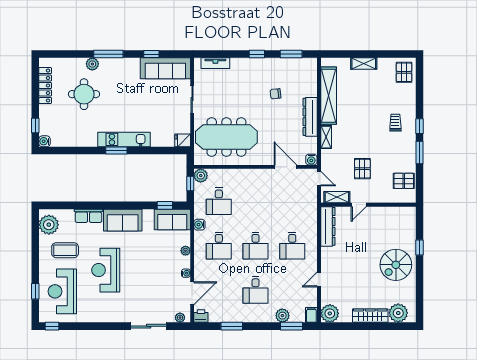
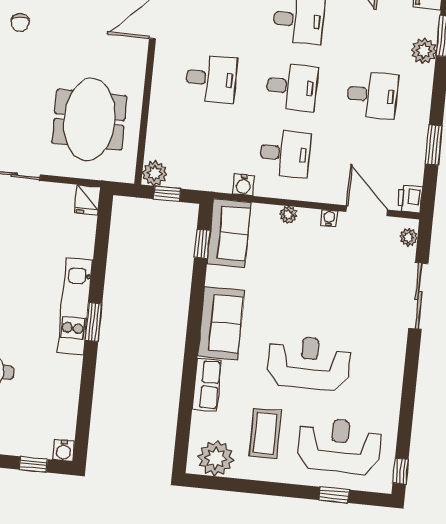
meeting table: (226, 137) -> (89, 120), width x0.73
desk: (219, 201) -> (211, 79), moved
reception desk: (106, 270) -> (309, 363), turned 180
reception desk: (62, 291) -> (339, 446), turned 180

